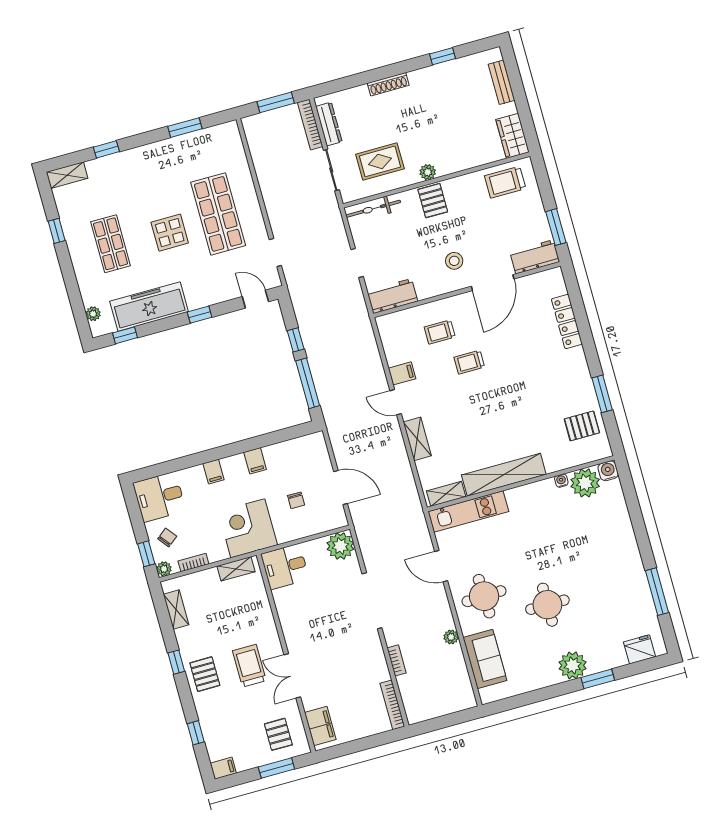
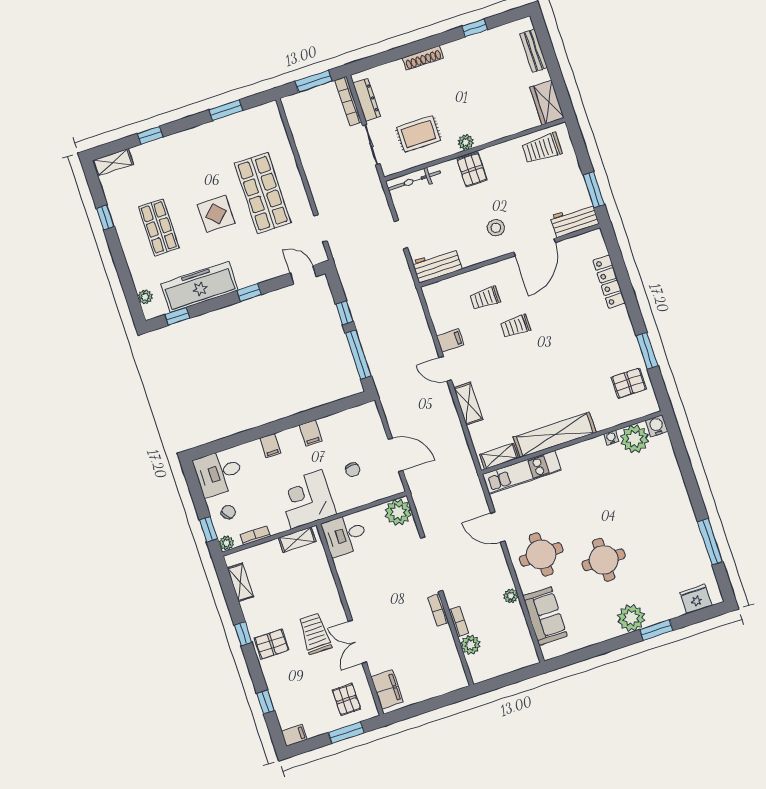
pallet: (205, 674) -> (272, 644), turned 90
plant: (408, 685) -> (471, 645), added
bookcase: (392, 705) -> (438, 610), moved, width x0.64

